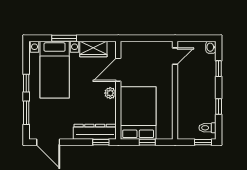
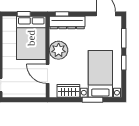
door: (118, 70) -> (48, 74), swing flipped
plant: (110, 93) -> (59, 50), width x1.88, depth x1.88

